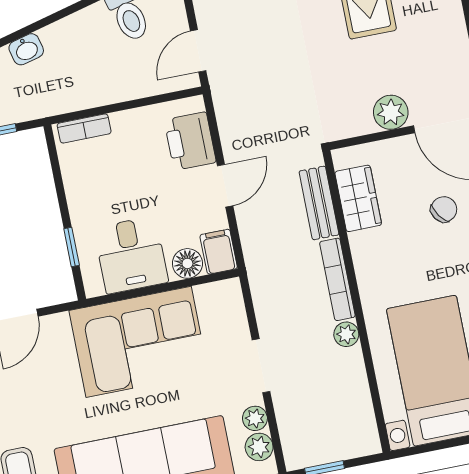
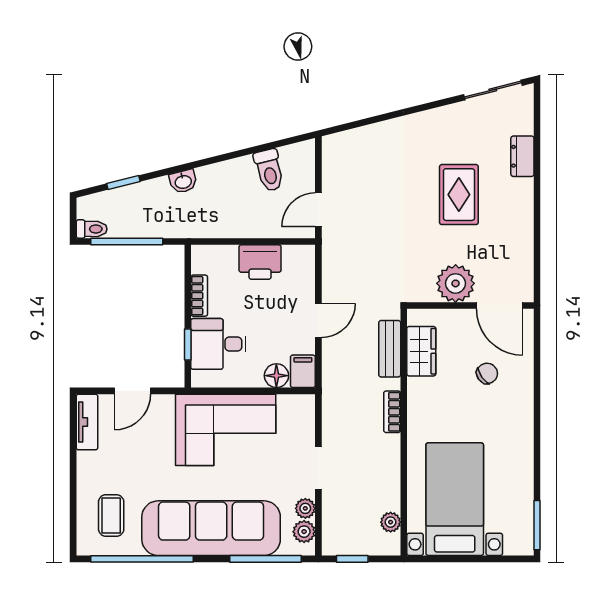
plant: (391, 112) -> (456, 283), width x1.36, depth x1.36
bookcase: (84, 128) -> (199, 296), moved, turned -90
printer: (190, 141) -> (260, 262), moved, turned -90
desk: (131, 255) -> (218, 344), moved, turned 90
bookcase: (337, 279) -> (392, 412), width x0.64
plant: (346, 334) -> (391, 522), moved

